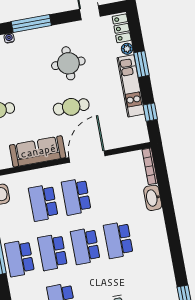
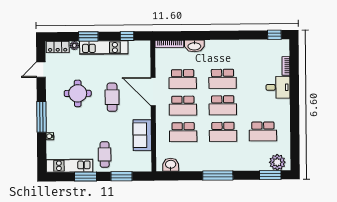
sofa: (38, 151) -> (142, 135), width x0.73
school desk: (20, 258) -> (183, 79), moved

